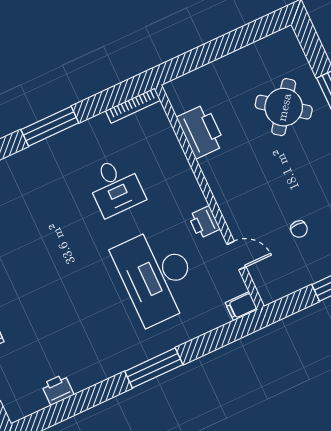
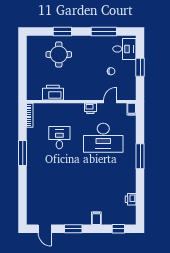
round table: (284, 107) -> (59, 54), turned -37
desk: (115, 187) -> (59, 138), turned -90

